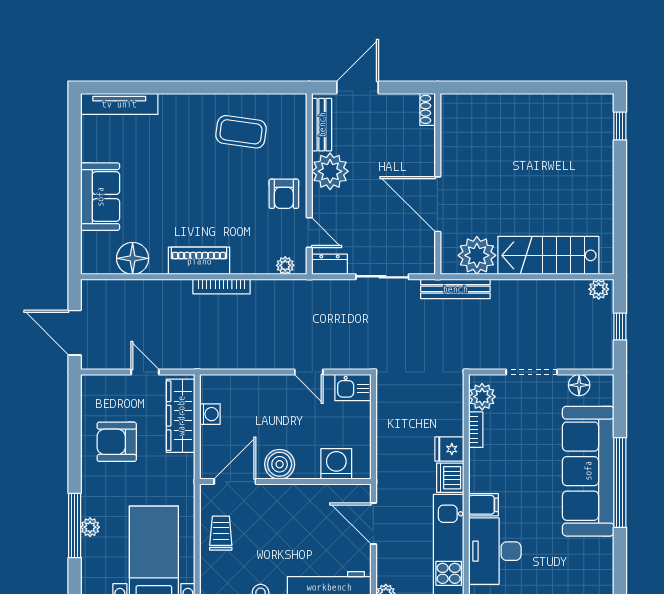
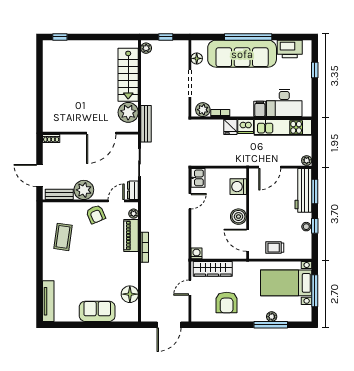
armchair: (284, 194) -> (96, 214), turned 67
piano: (199, 261) -> (131, 235), moved
washing machine: (210, 414) -> (196, 253), moved
printer: (597, 561) -> (290, 49), added

